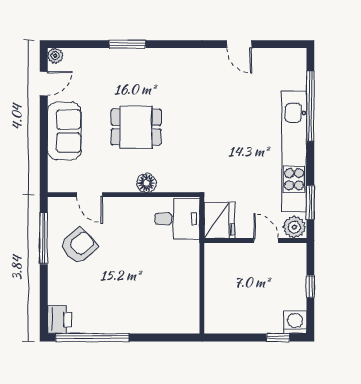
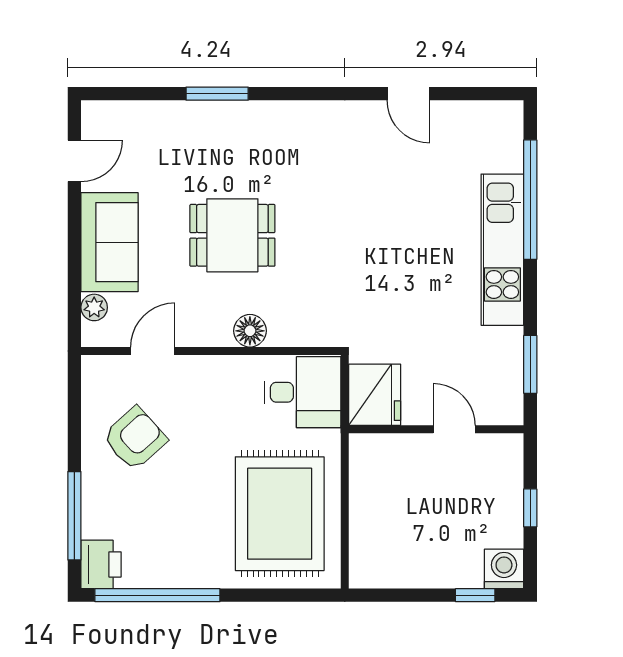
plant: (55, 56) -> (94, 307), moved
kitchen unit: (294, 152) -> (502, 250), width x0.73
door: (90, 195) -> (153, 351), swing flipped
plant: (294, 227) -> (503, 406), removed
window: (44, 238) -> (74, 516), moved
rug: (164, 290) -> (280, 514), added

